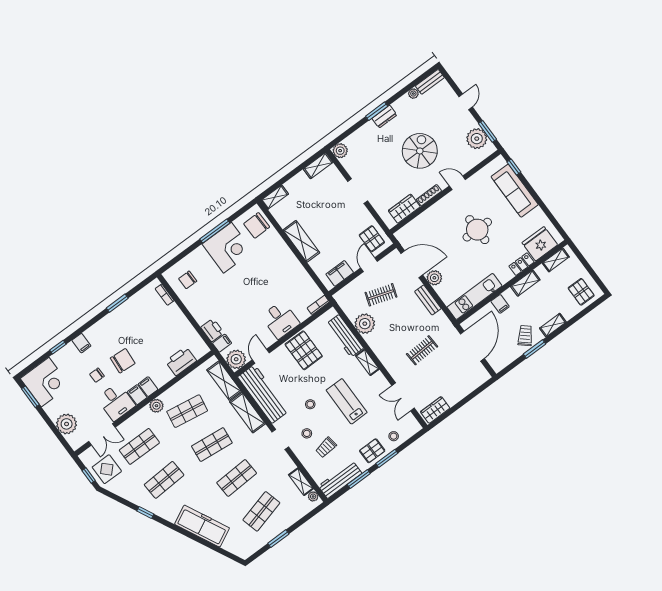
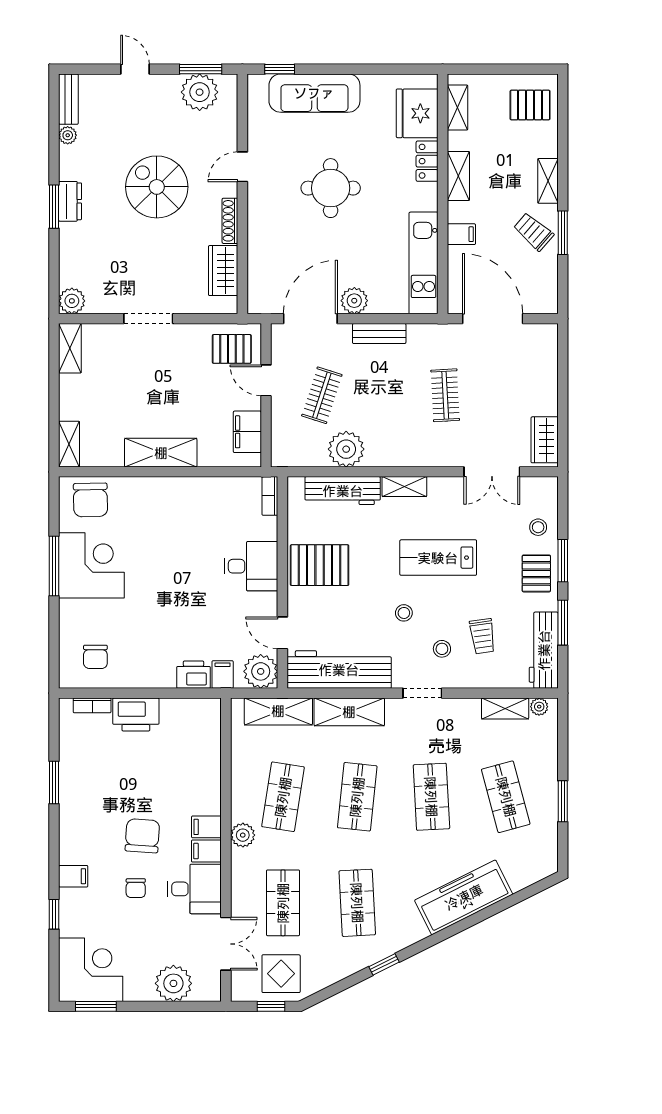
printer: (181, 361) -> (136, 714), moved, turned -90

